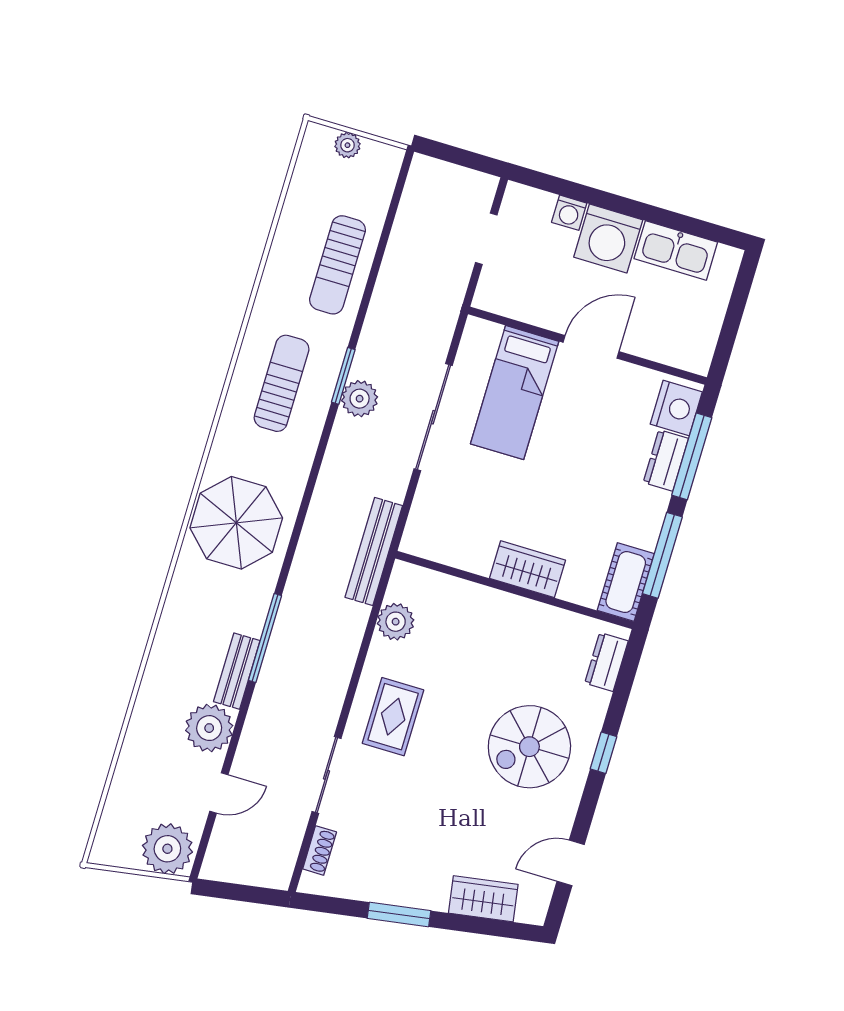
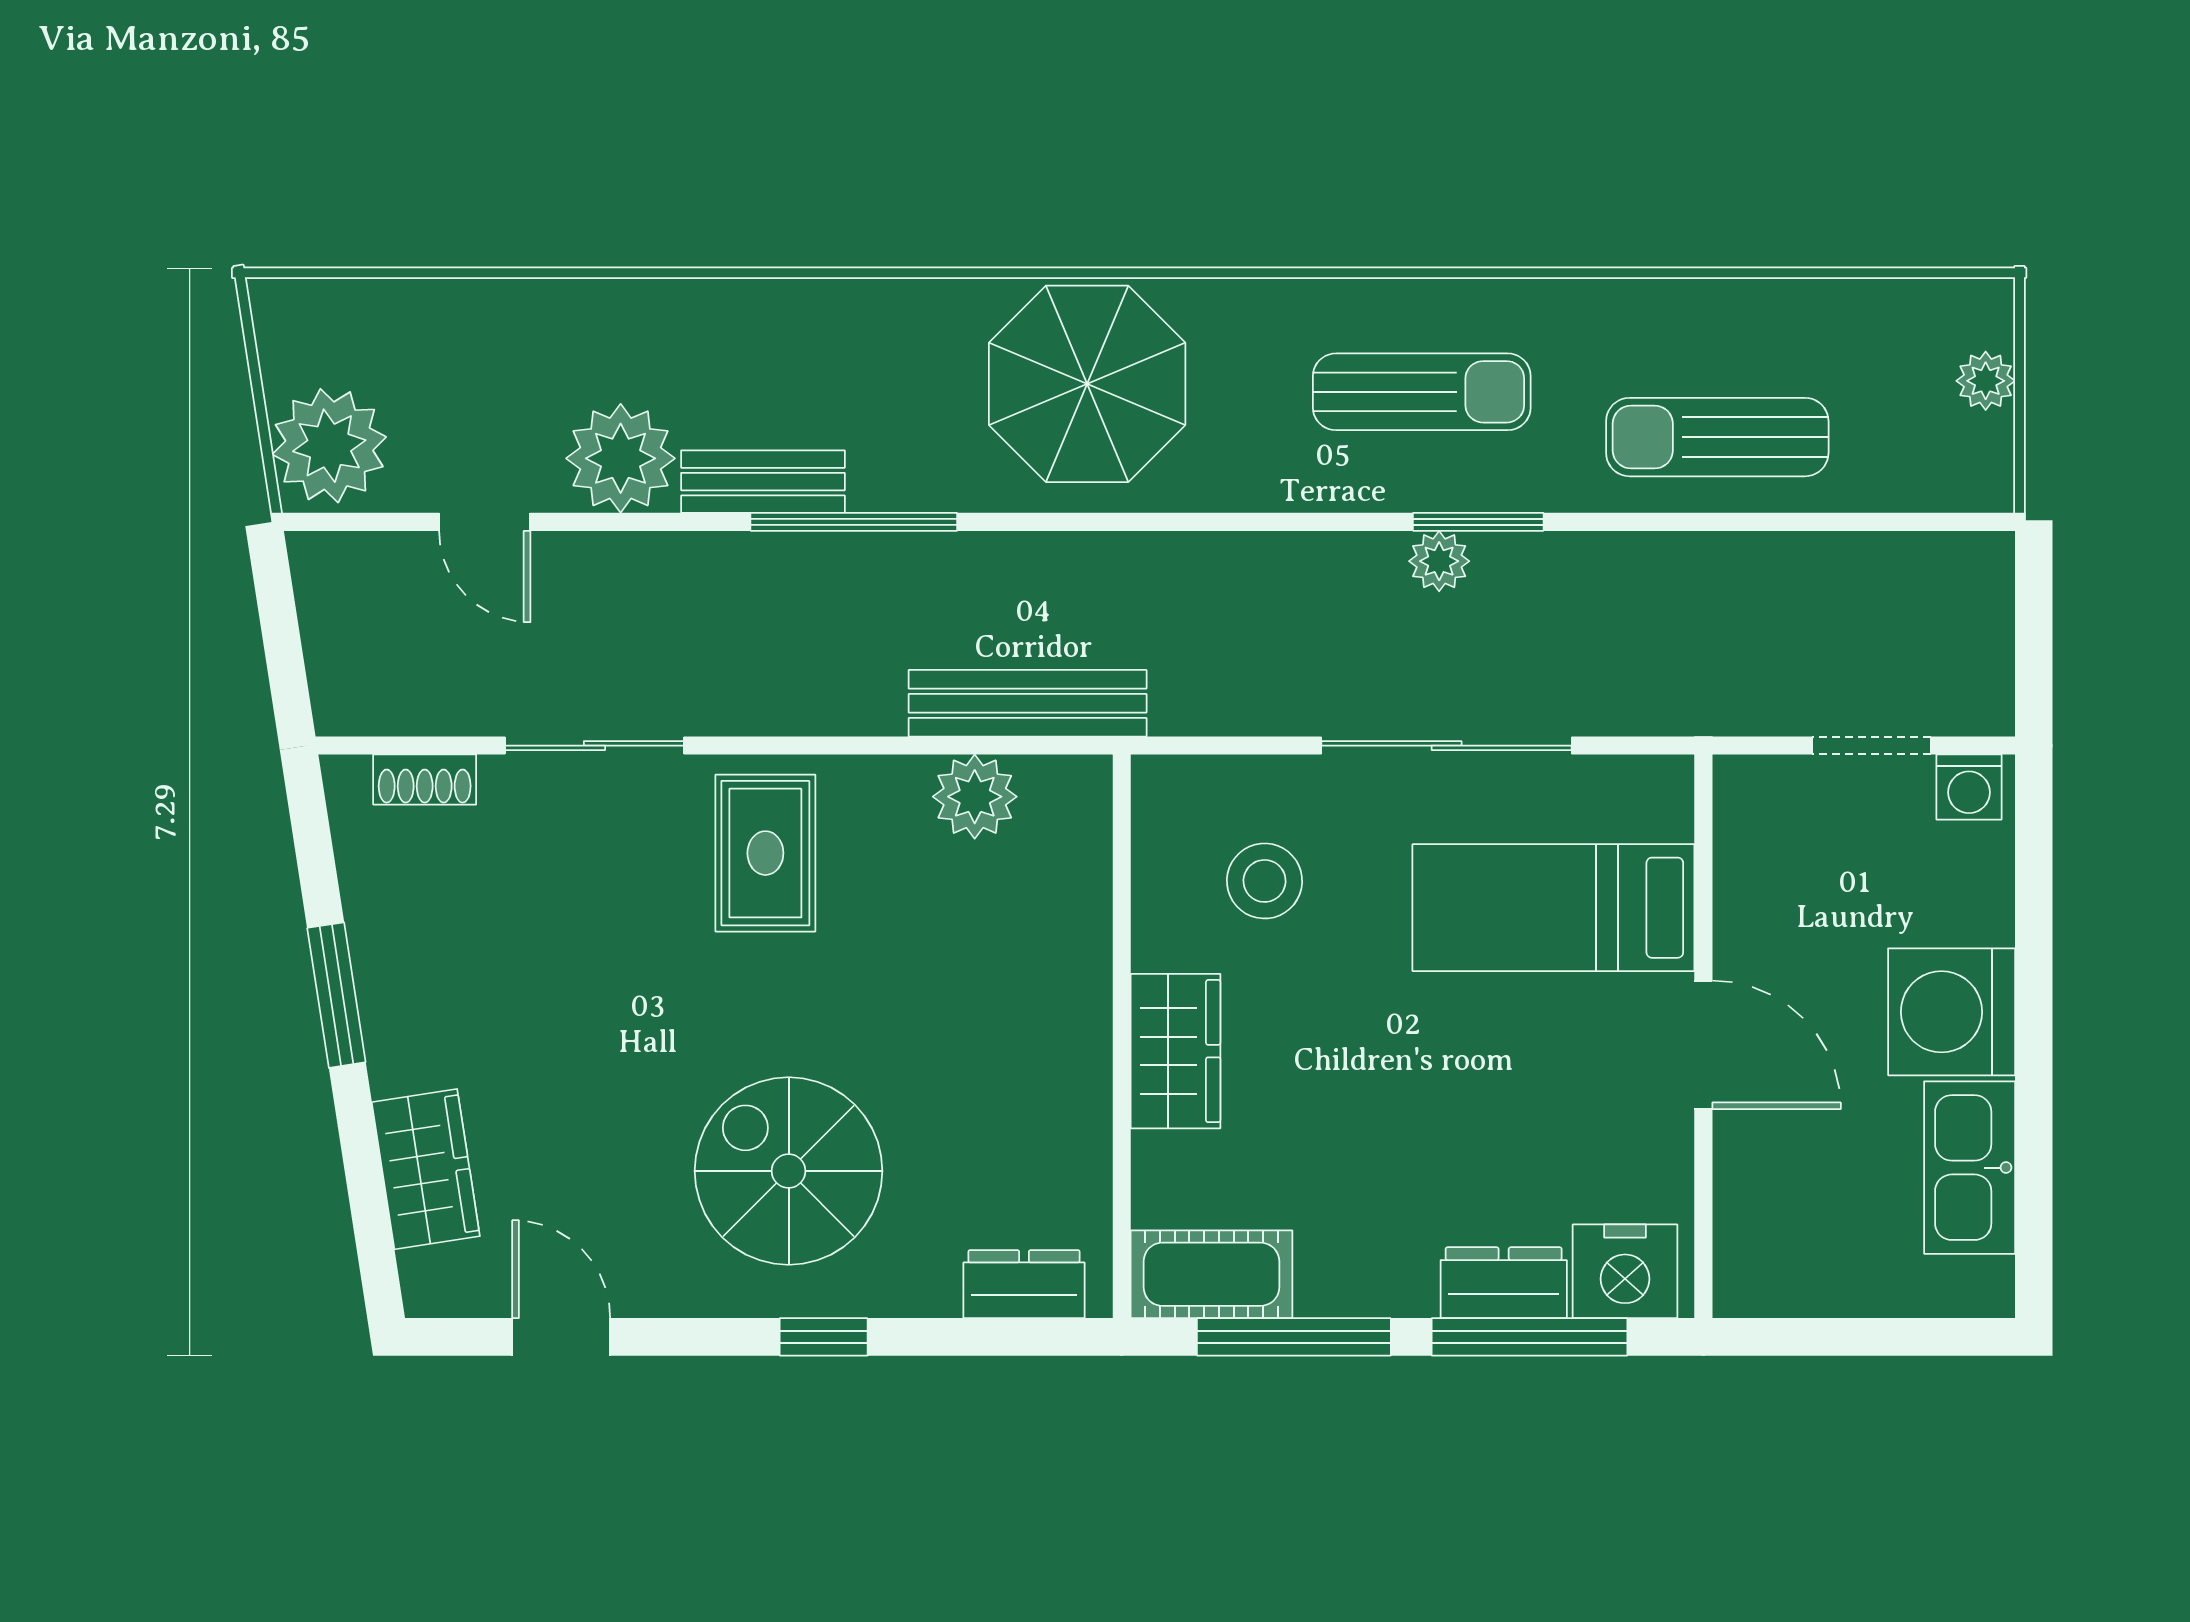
washing machine: (569, 213) -> (1969, 787), moved, turned -90
plant: (360, 399) -> (1439, 561), width x0.73, depth x0.73
stool: (467, 511) -> (1265, 881), added
bench: (374, 551) -> (1028, 703), moved
rug: (393, 717) -> (765, 853), turned 90

